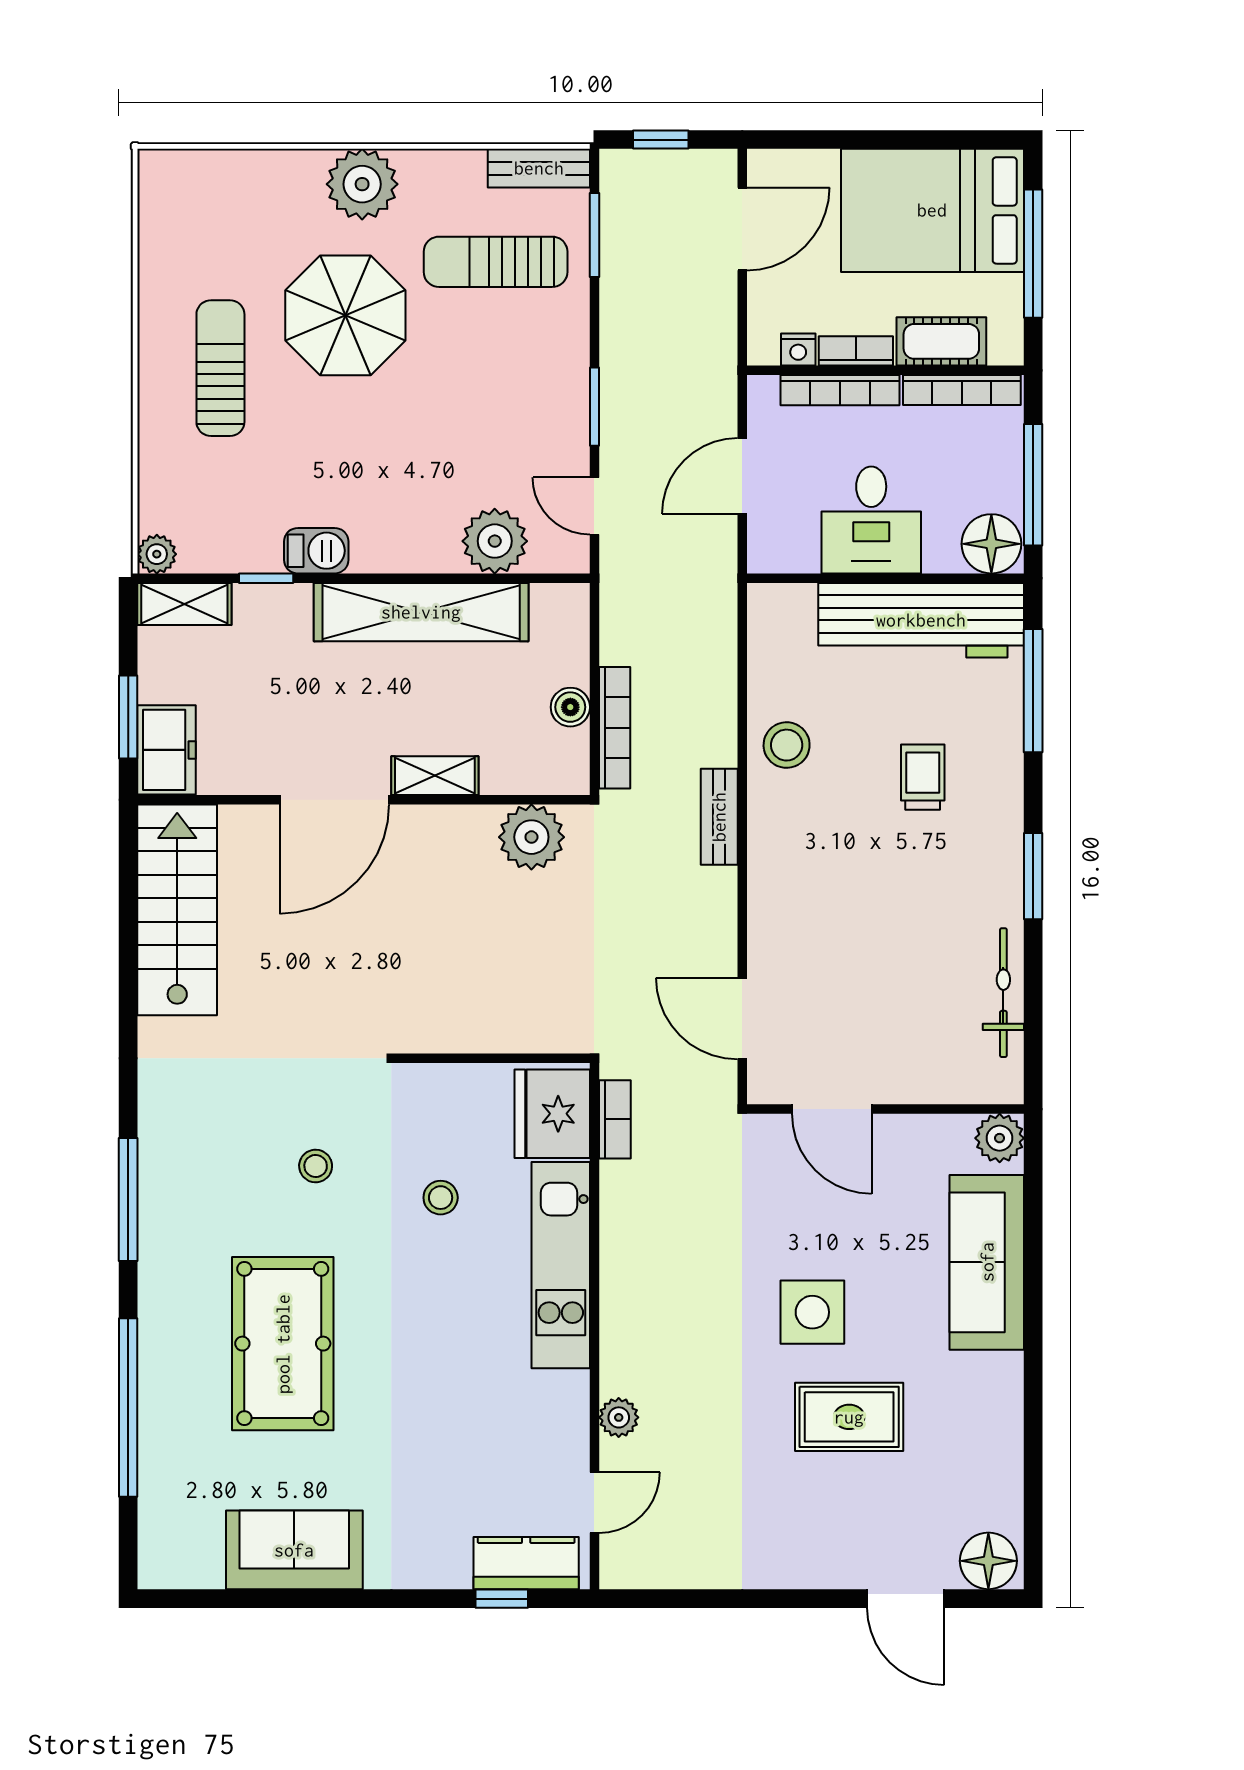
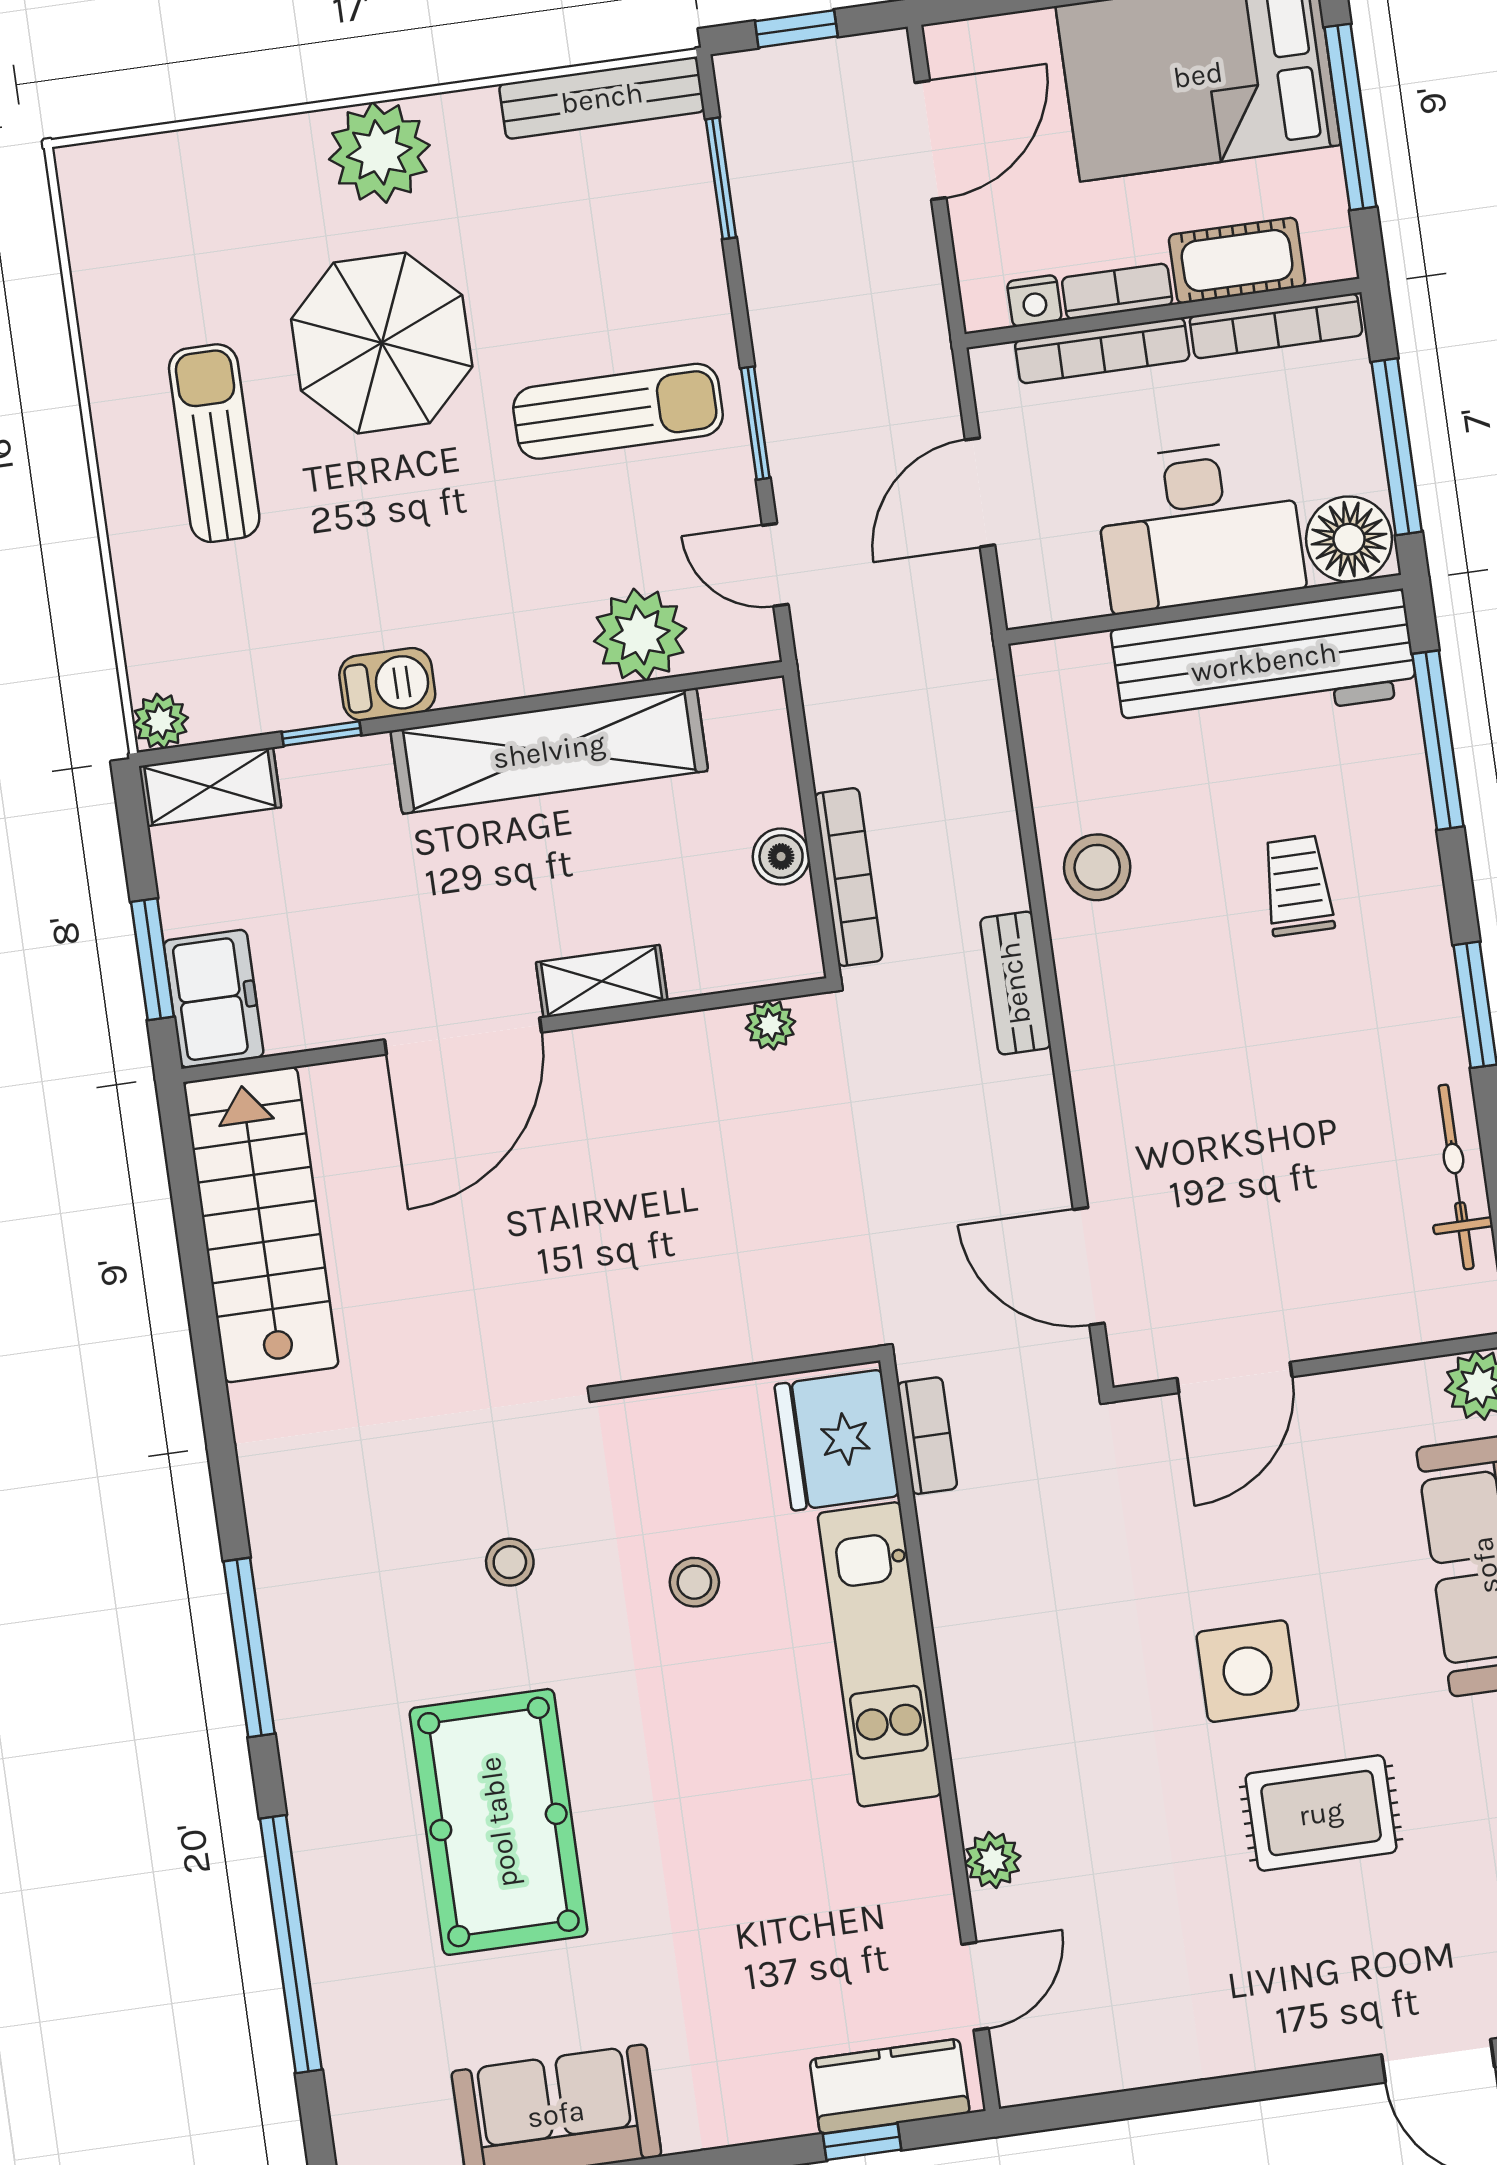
bench: (539, 168) -> (602, 98), width x1.36
sun lounger: (496, 262) -> (618, 411), moved, turned 180
desk: (871, 520) -> (1199, 525), width x1.37
plant: (531, 837) -> (770, 1025), width x0.53, depth x0.53
door: (832, 1109) -> (1235, 1378), hinge flipped

